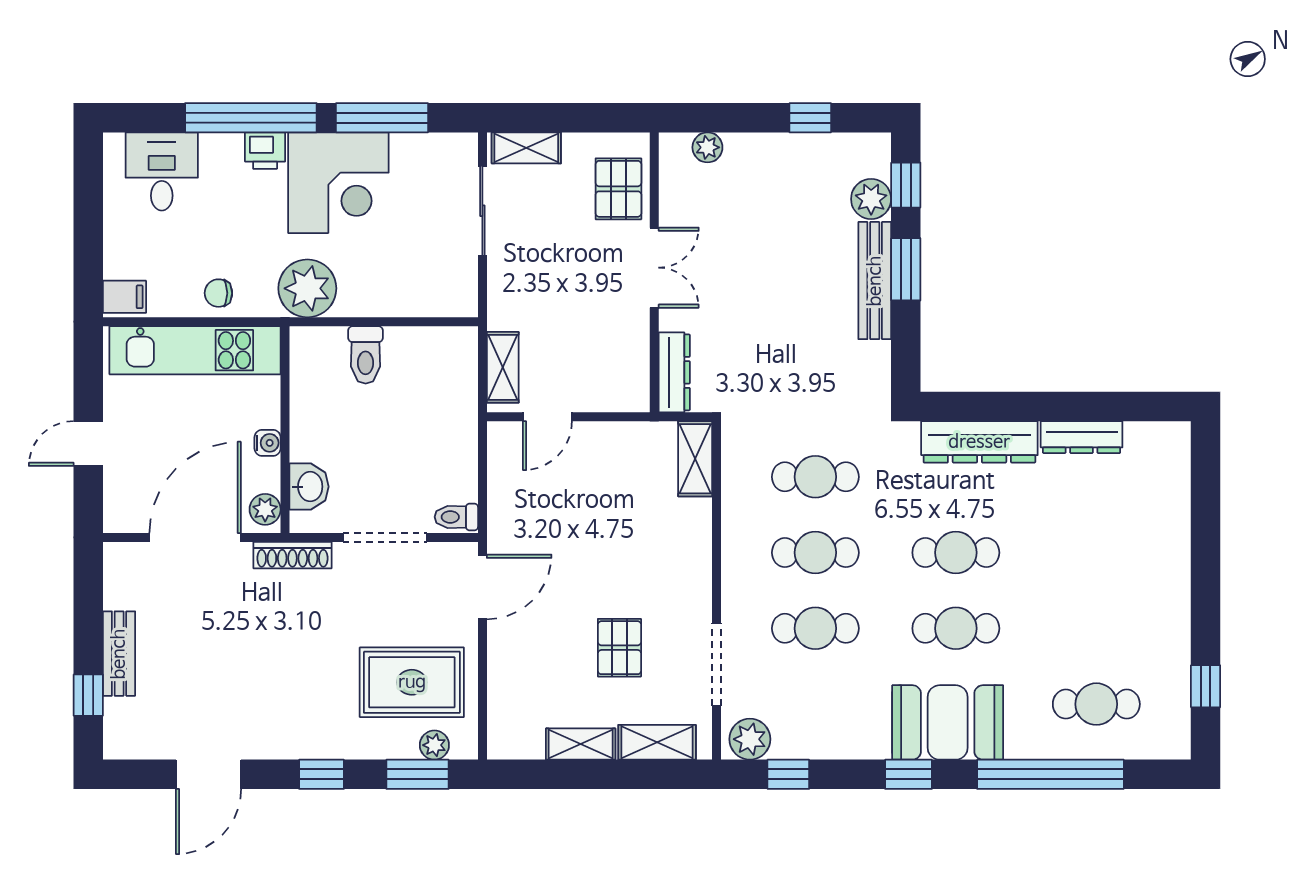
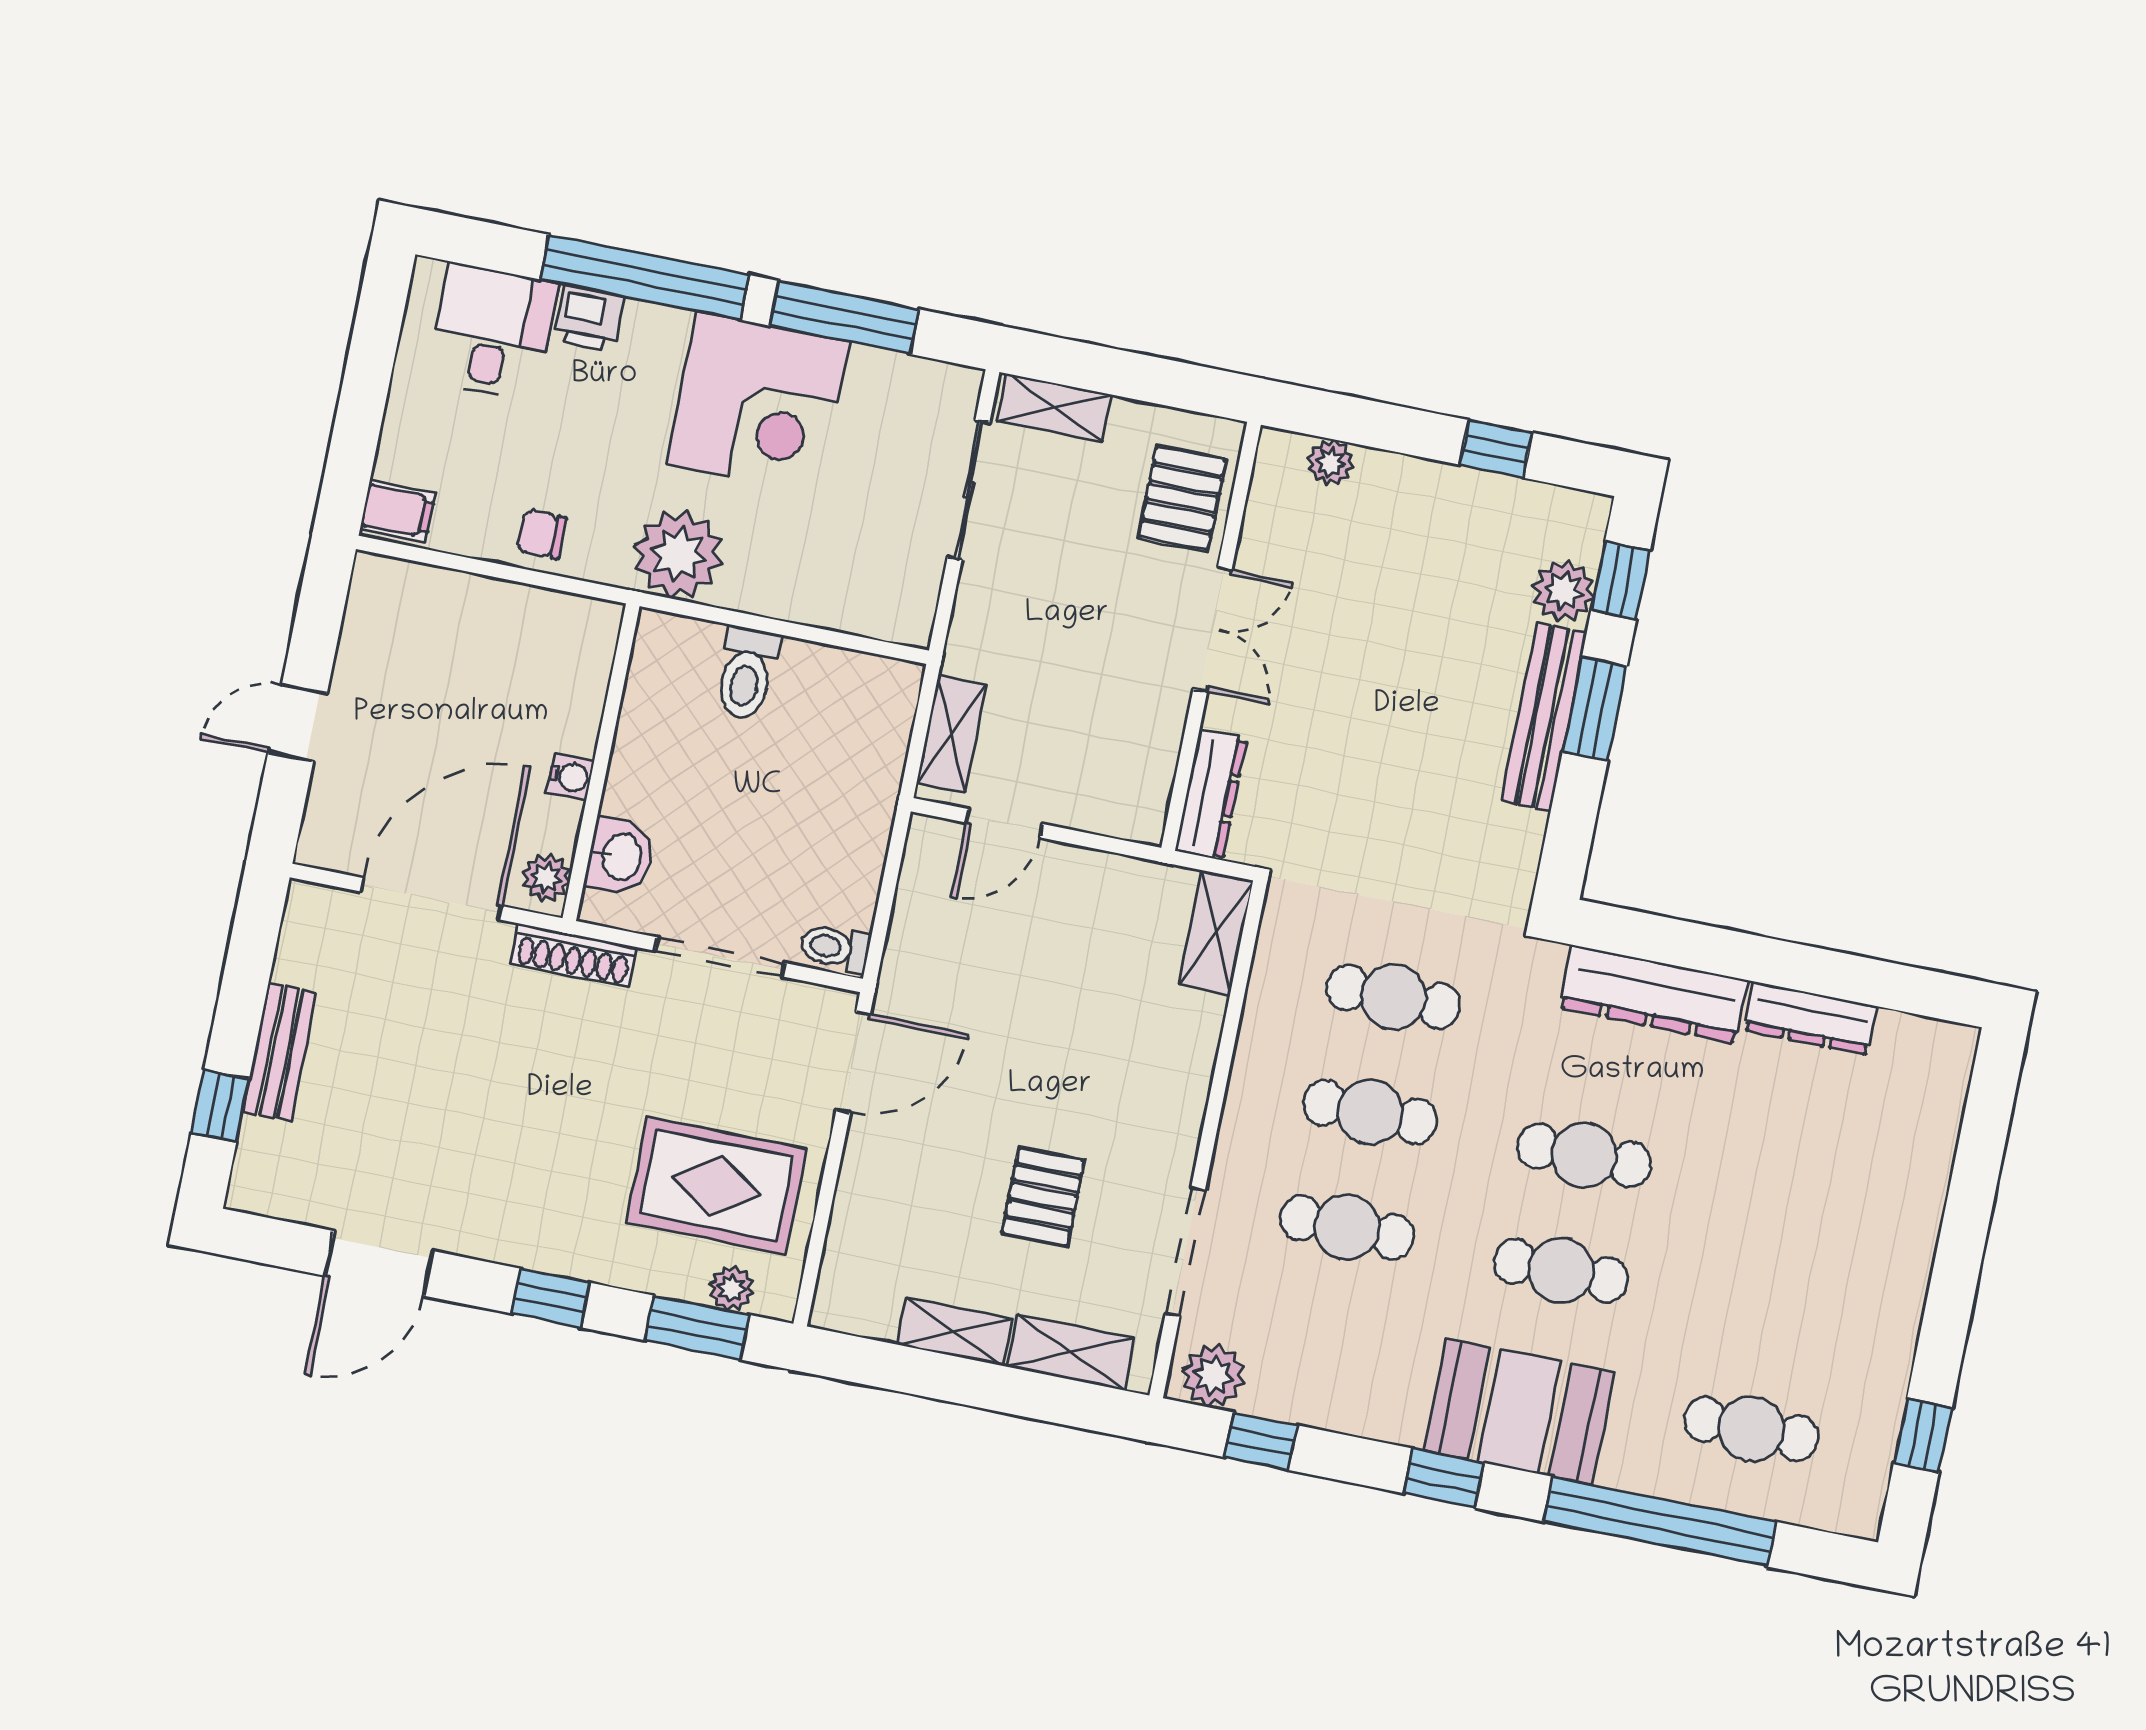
printer: (265, 151) -> (589, 318), moved
kitchen unit: (195, 350) -> (488, 614), removed

